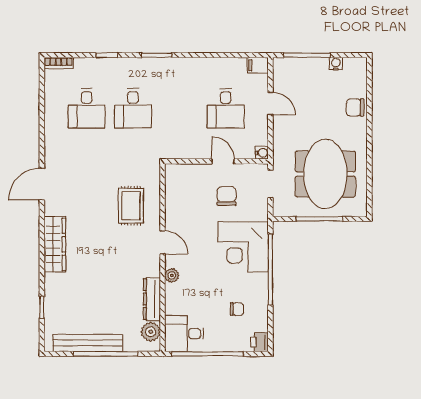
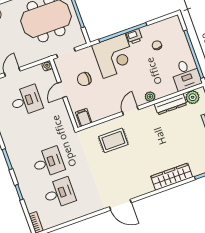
filing cabinet: (176, 177) -> (84, 117), added
wardrobe: (55, 244) -> (172, 177), moved
printer: (260, 342) -> (134, 36), moved

